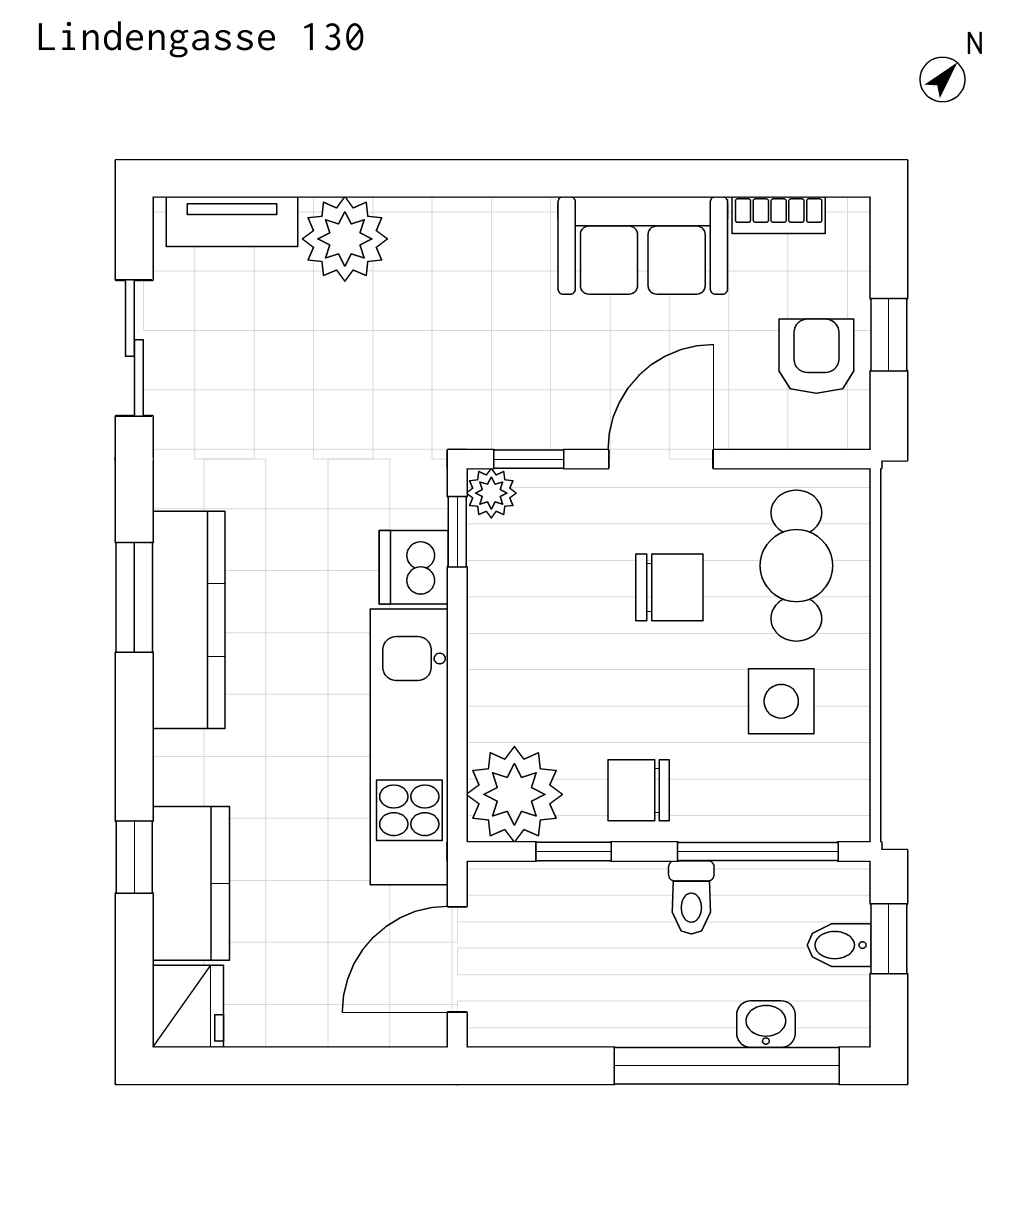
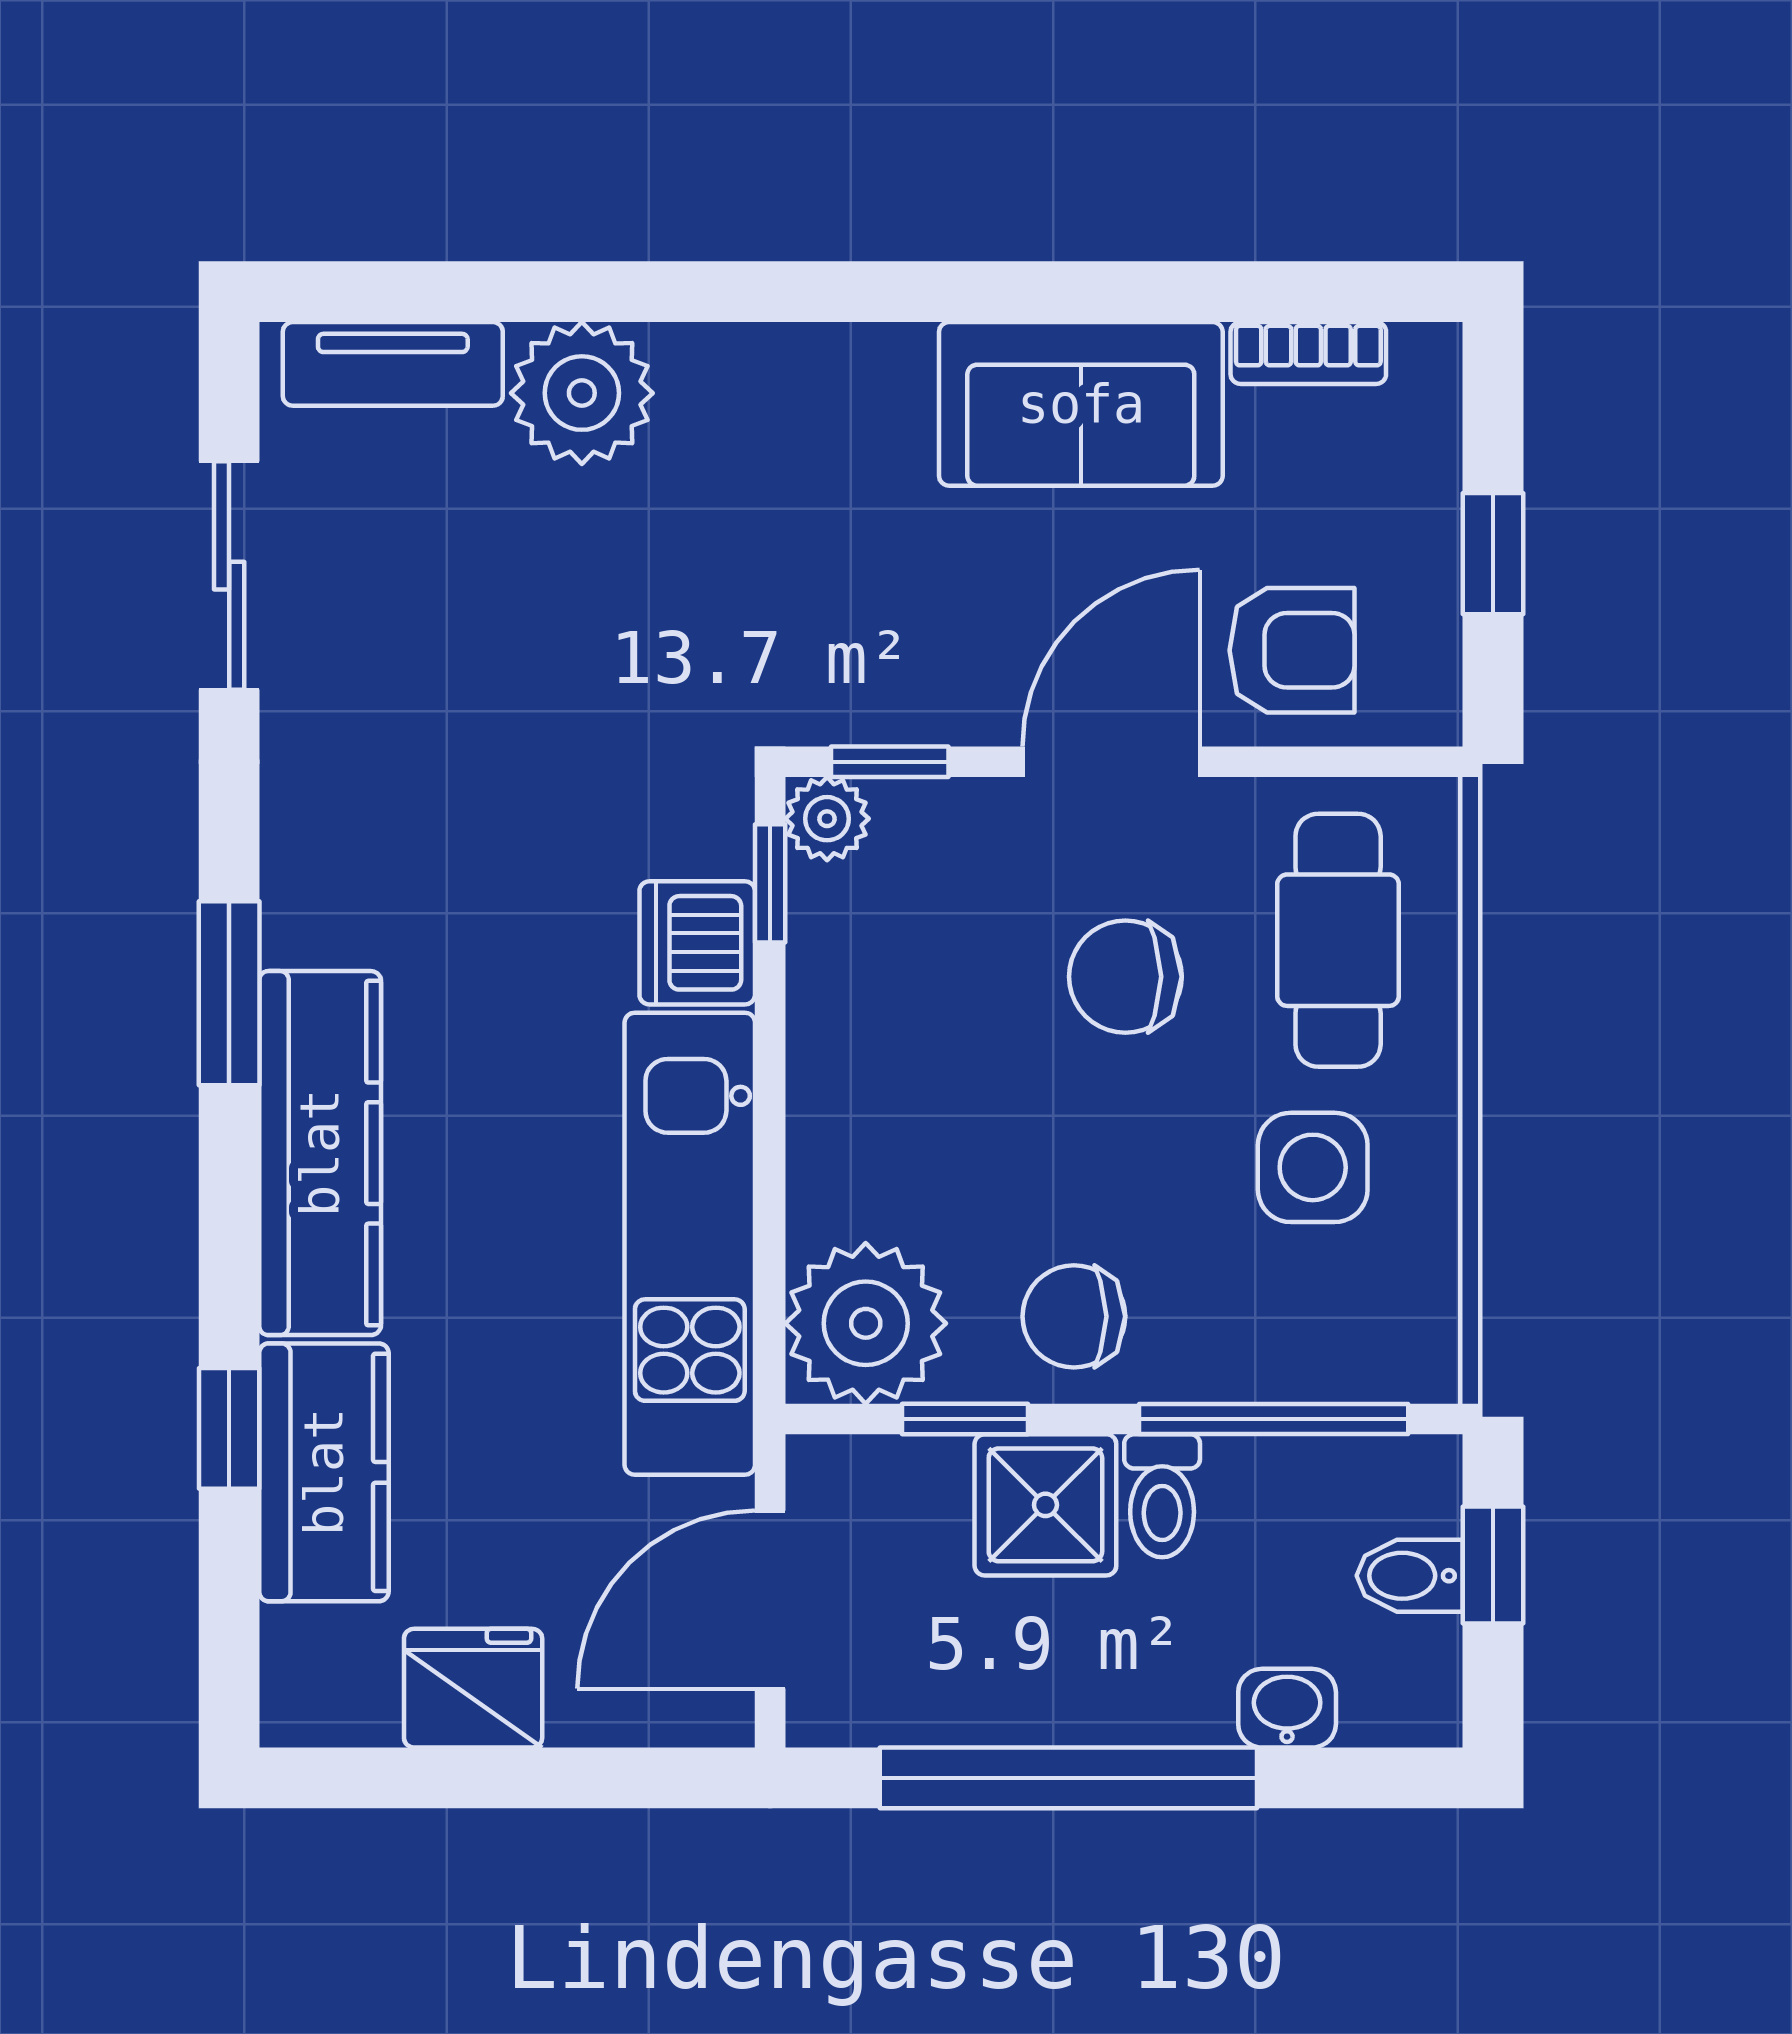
armchair: (816, 356) -> (1292, 650), moved, turned 90
chair: (669, 587) -> (1125, 977), turned 180
kitchen counter: (189, 620) -> (320, 1153), moved
shower: (622, 903) -> (1045, 1505), added
fridge: (188, 1006) -> (473, 1688), moved, turned -90
window: (727, 1066) -> (1068, 1778), moved

